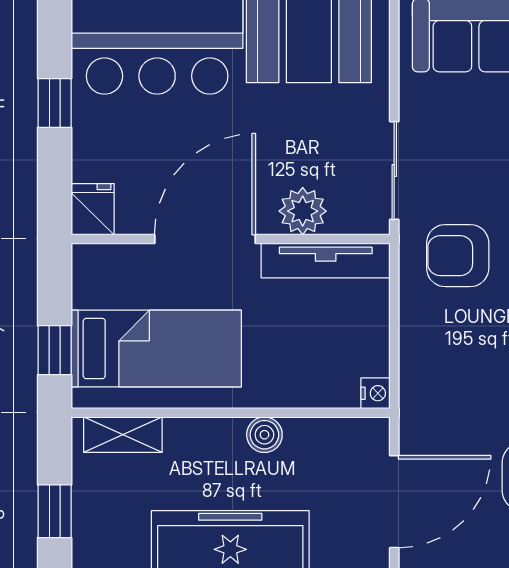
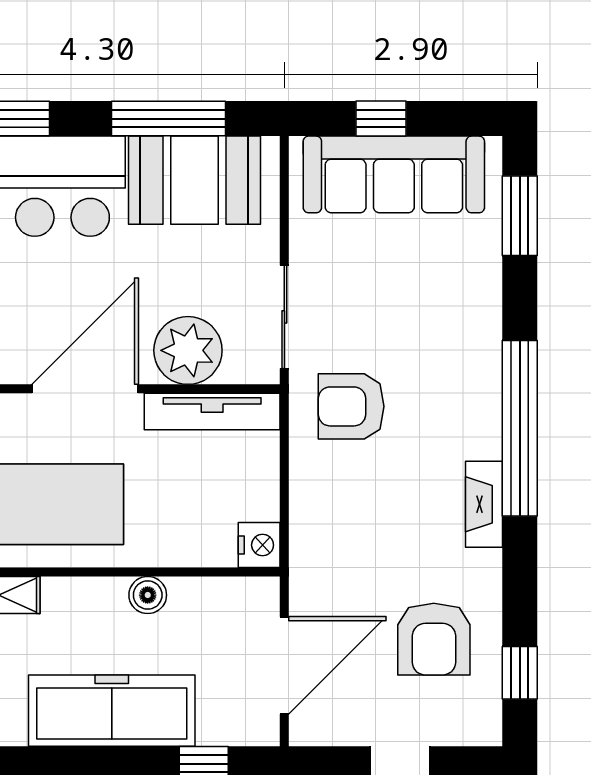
plant: (303, 211) -> (188, 350), width x1.36, depth x1.36
nightstand: (376, 393) -> (259, 545), width x1.39, depth x1.35

